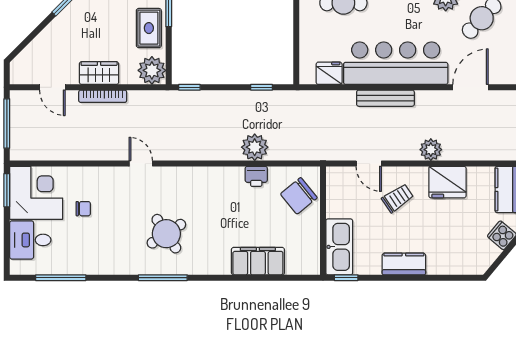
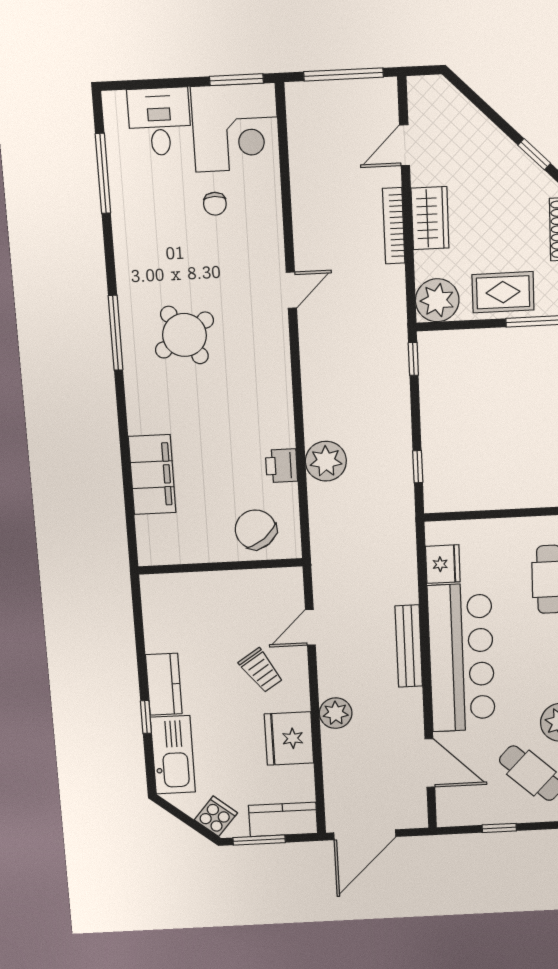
kitchen sink: (339, 247) -> (173, 755), moved, turned -90
window: (346, 278) -> (146, 717), moved

